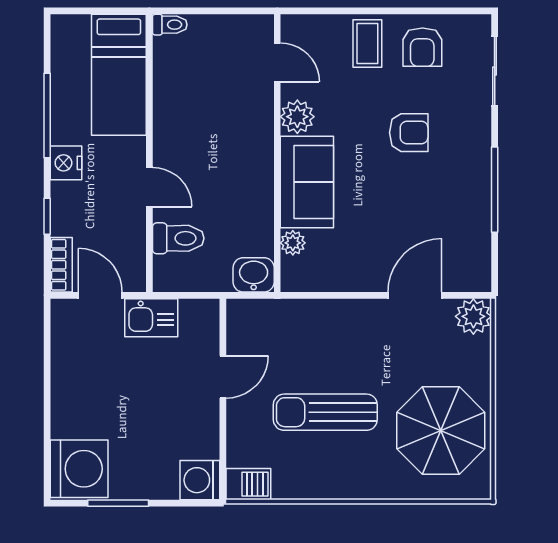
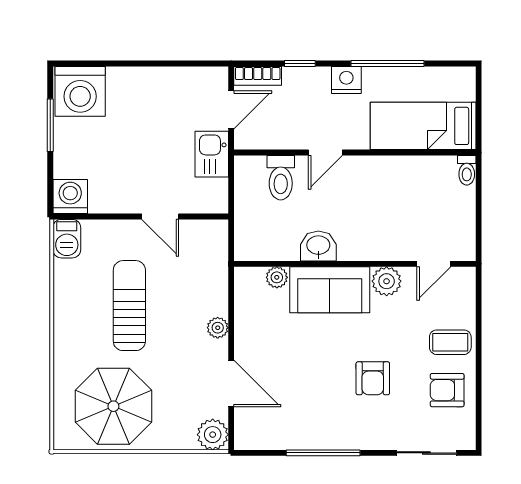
washbasin: (254, 275) -> (318, 246), moved, turned -90
plant: (351, 311) -> (218, 328), added

